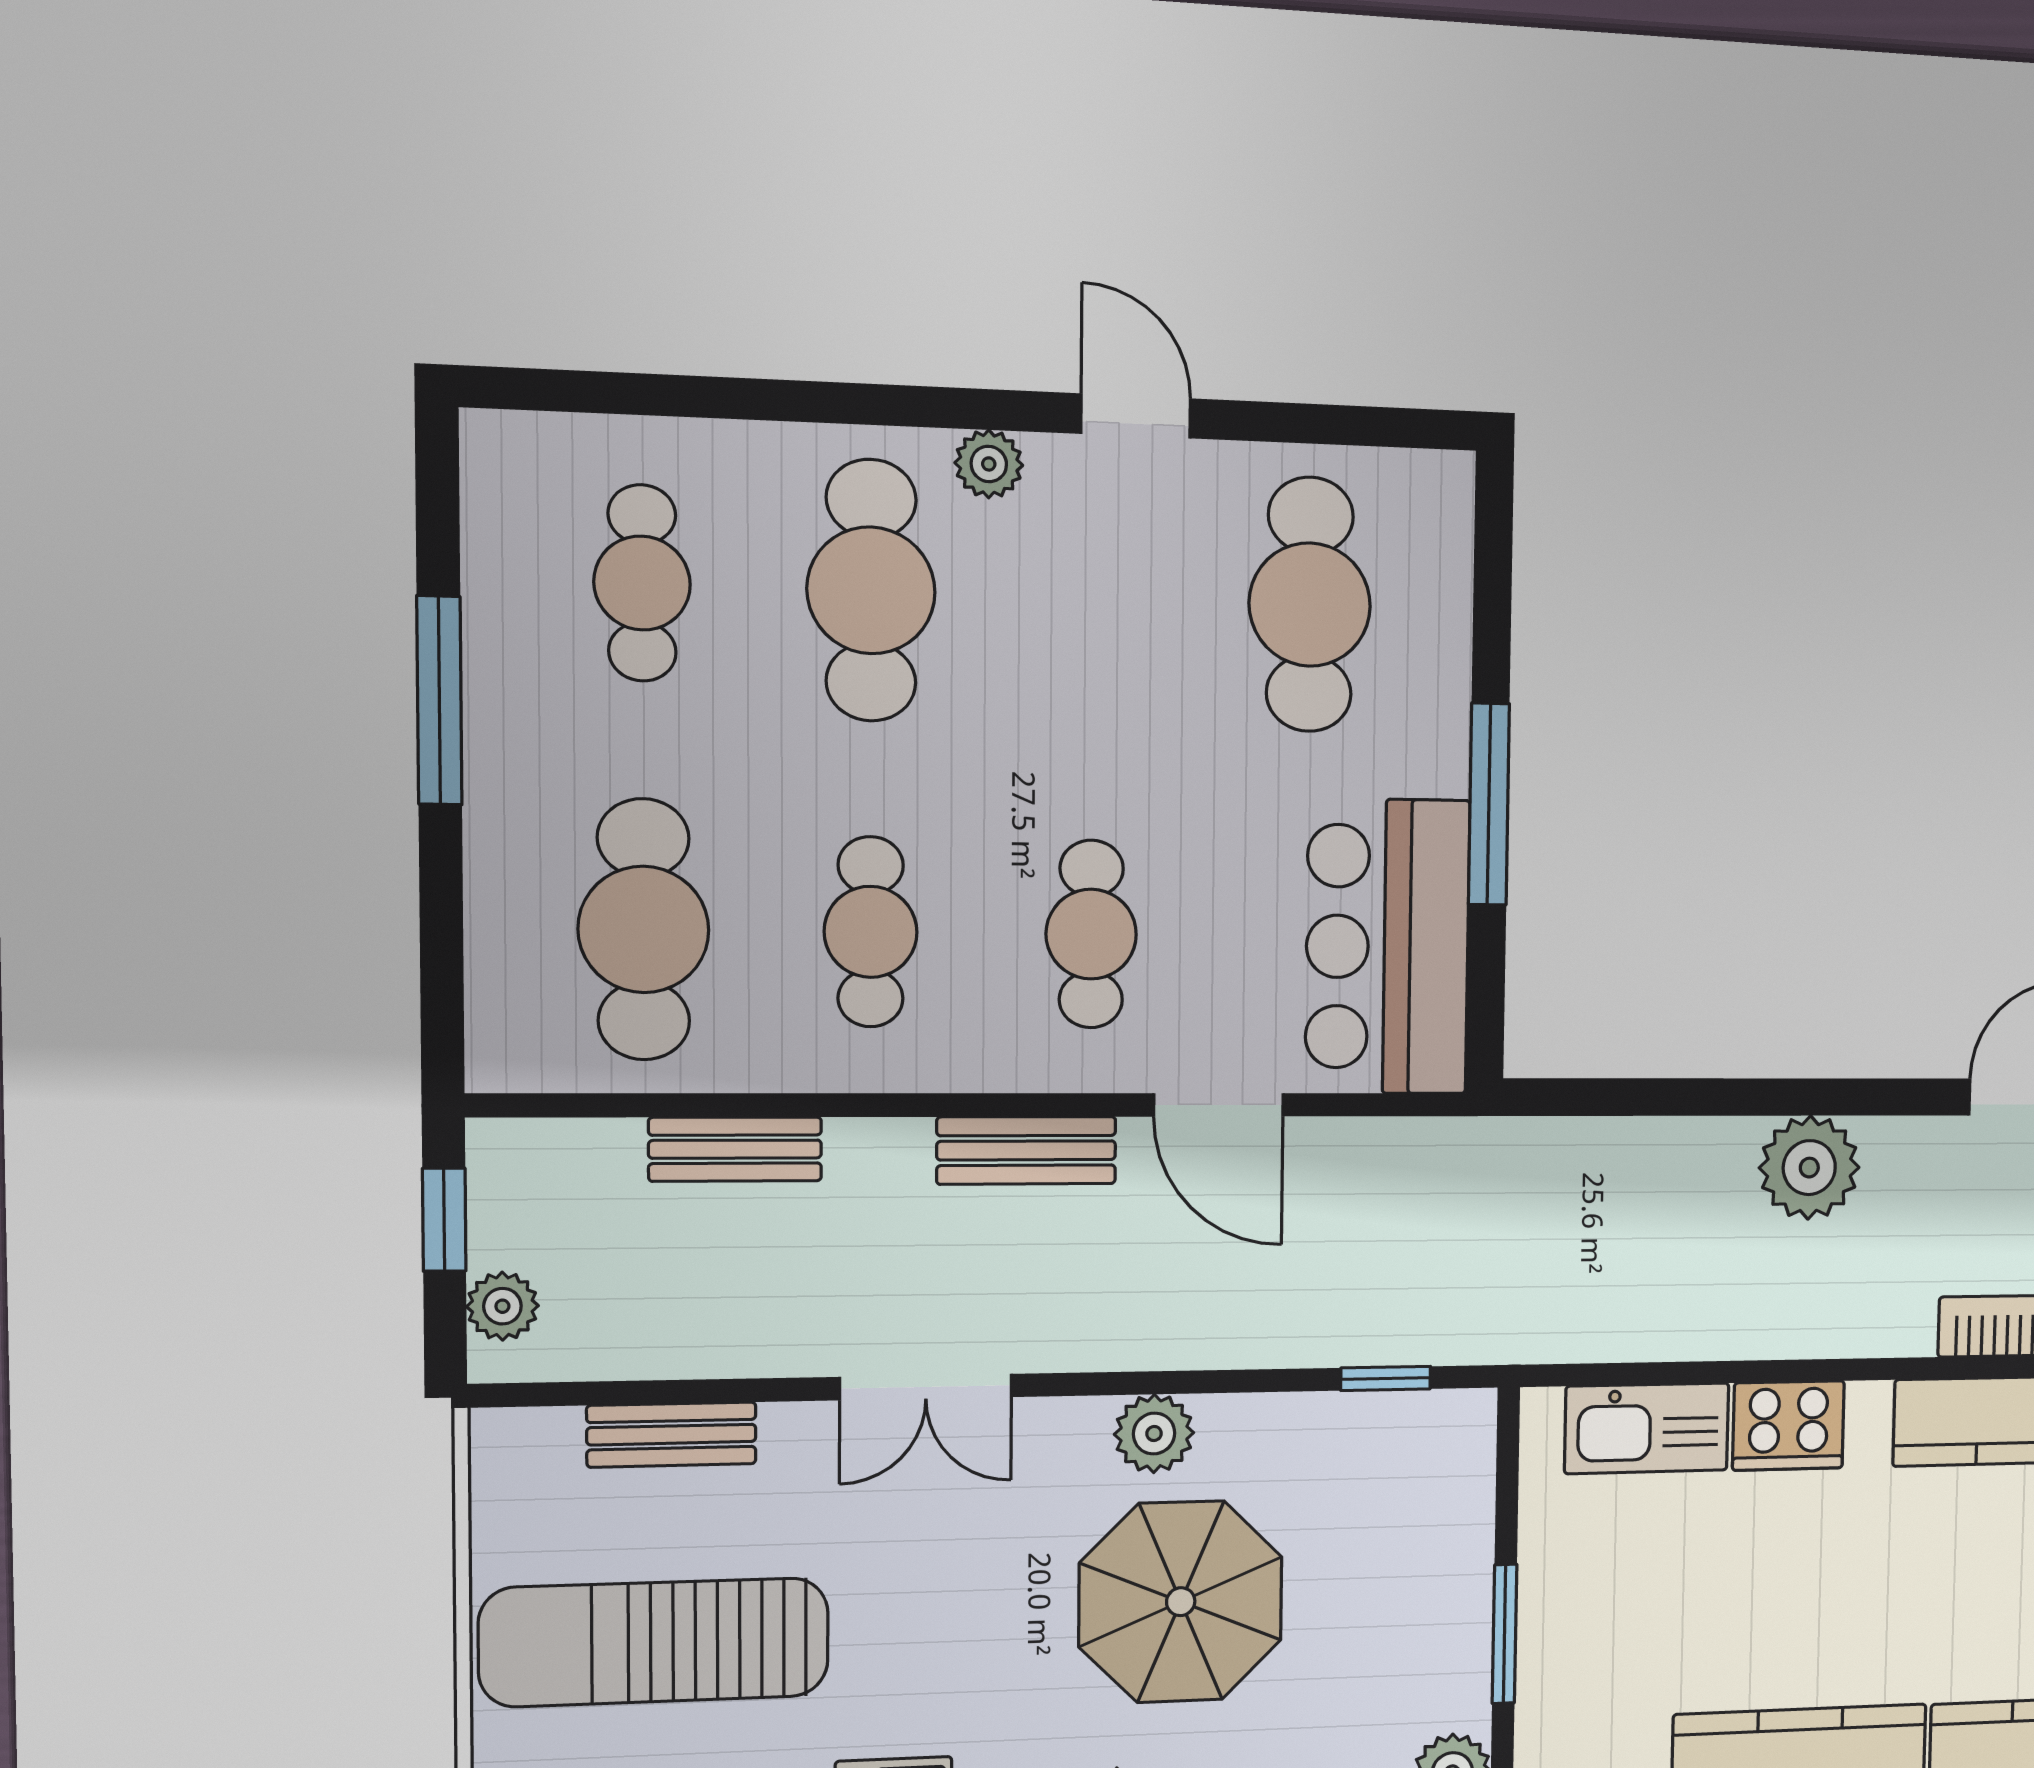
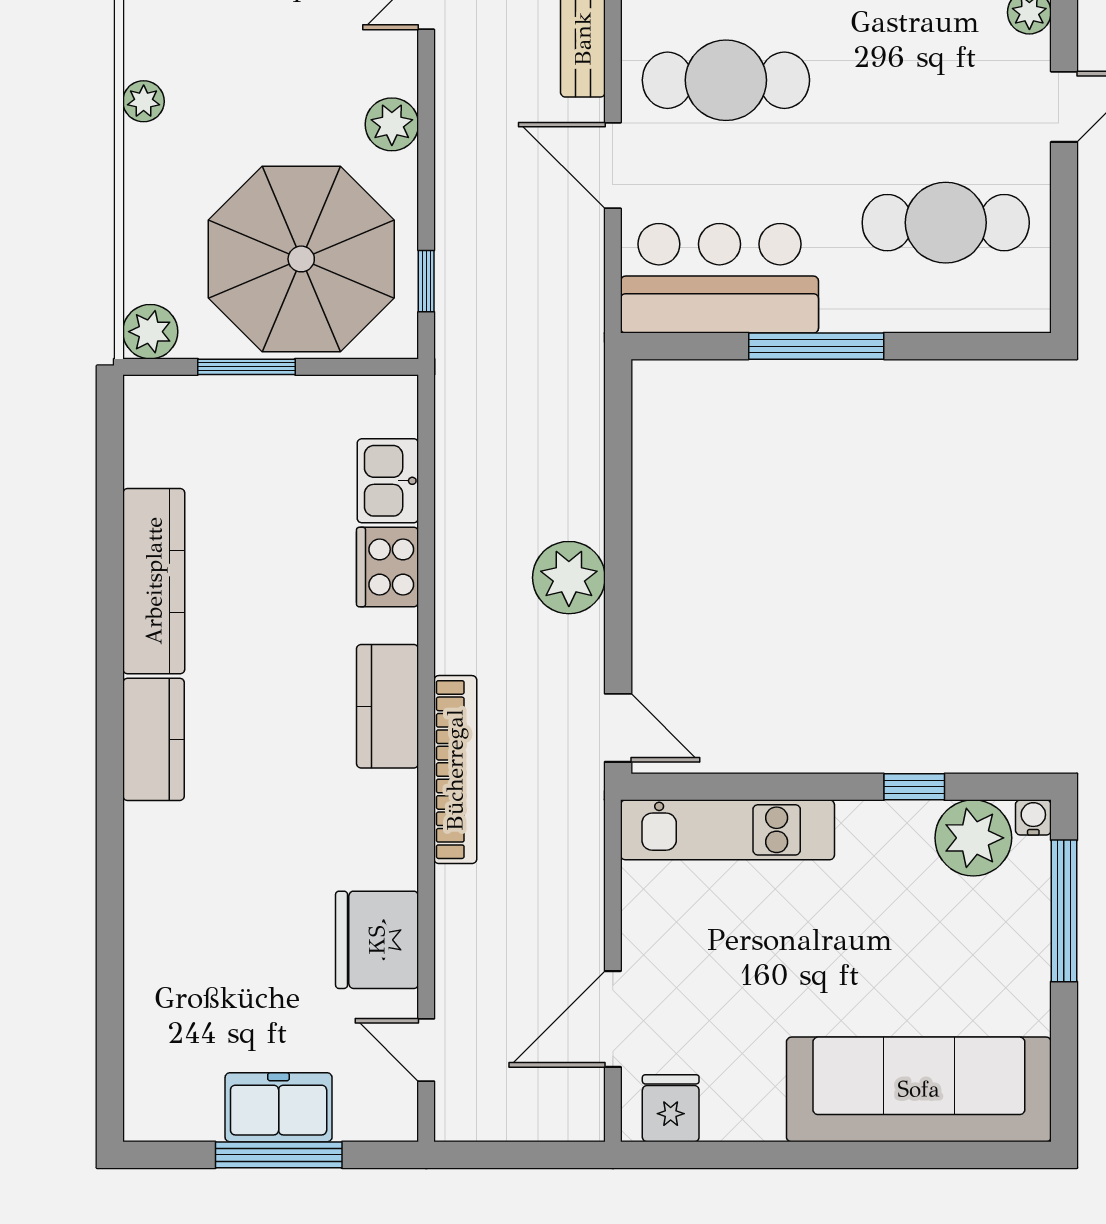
cafe table: (1091, 934) -> (726, 80), width x1.37, depth x1.35
door: (1219, 1105) -> (613, 166), hinge flipped
kitchen sink: (1647, 1428) -> (388, 481), width x0.73
parasol: (1181, 1602) -> (301, 259), moved, width x1.36, depth x1.36

